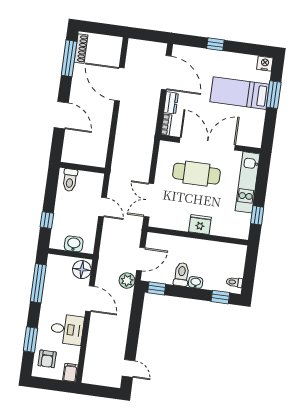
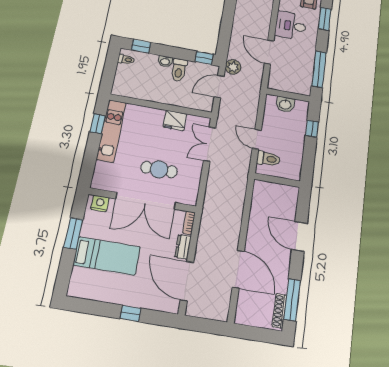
nightstand: (265, 64) -> (100, 203), moved, turned 180
window: (274, 95) -> (73, 233), moved
cafe table: (196, 174) -> (159, 169), width x0.73, depth x0.74
toilet: (70, 180) -> (268, 159), moved, turned 90
kitchen unit: (247, 182) -> (111, 131), moved
double door: (149, 200) -> (210, 144), swing flipped
fridge: (200, 225) -> (175, 120), moved
floor lamp: (82, 270) -> (277, 80), removed

